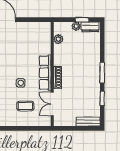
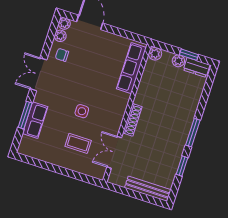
plant: (58, 39) -> (155, 54), moved
row of seats: (45, 73) -> (131, 68), moved
bench: (88, 122) -> (148, 189), width x1.36

